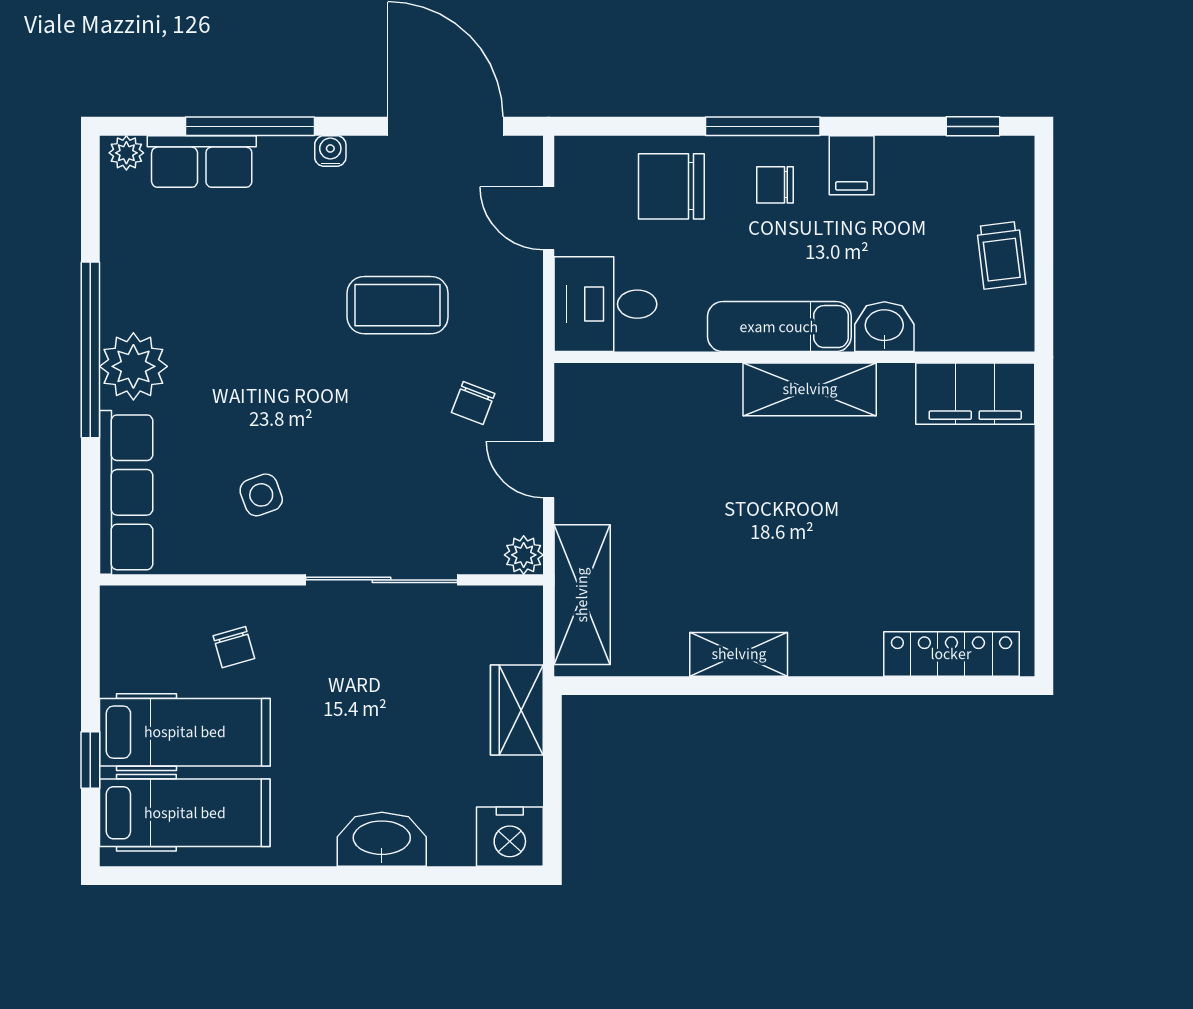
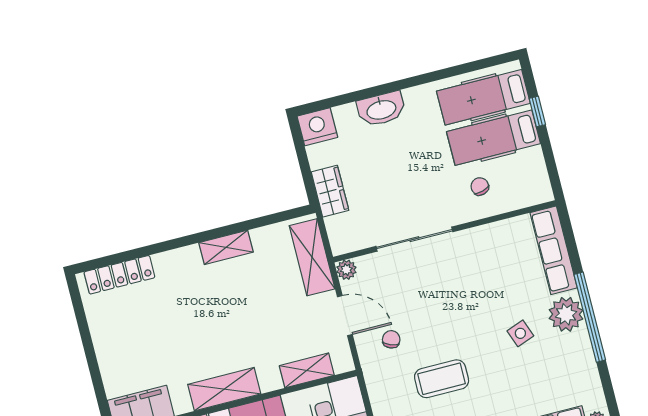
shelving: (646, 385) -> (307, 370), added
door: (549, 470) -> (345, 316), width x1.38
side table: (261, 495) -> (520, 333), moved

